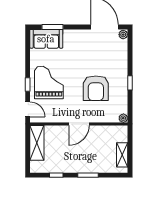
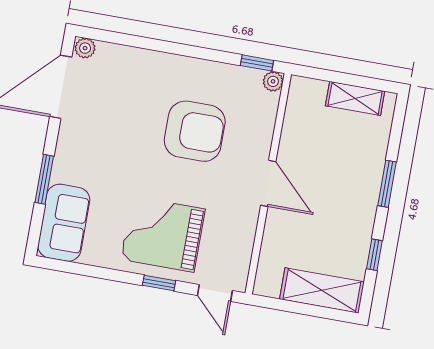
window: (52, 27) -> (44, 179), moved
window: (130, 83) -> (257, 63), moved
door: (28, 109) -> (215, 293), swing flipped
shelving: (37, 143) -> (322, 290), moved

